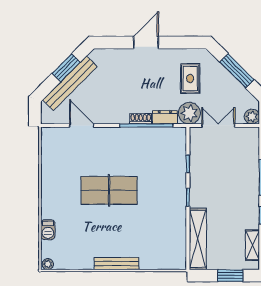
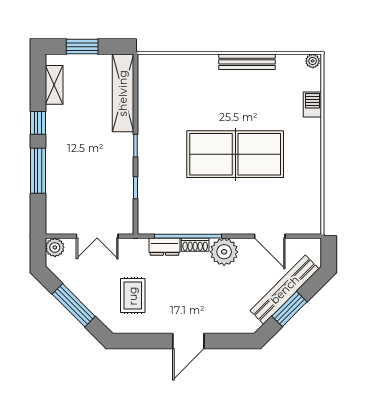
plant: (189, 113) -> (224, 252), moved
table tennis table: (109, 190) -> (235, 154), width x1.36, depth x1.32
bench: (117, 264) -> (247, 62), moved

